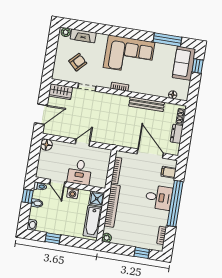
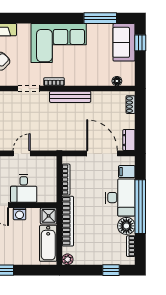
doorway: (87, 87) -> (29, 88), moved
bench: (147, 104) -> (70, 97), moved
dresser: (177, 134) -> (129, 140), moved
desk: (159, 197) -> (120, 198), width x1.37
floor lamp: (161, 218) -> (126, 226), added

